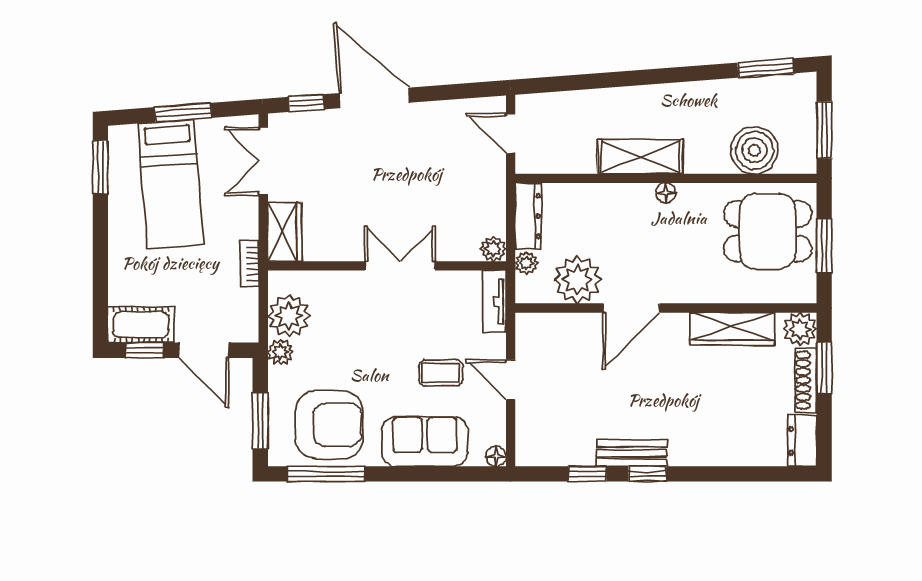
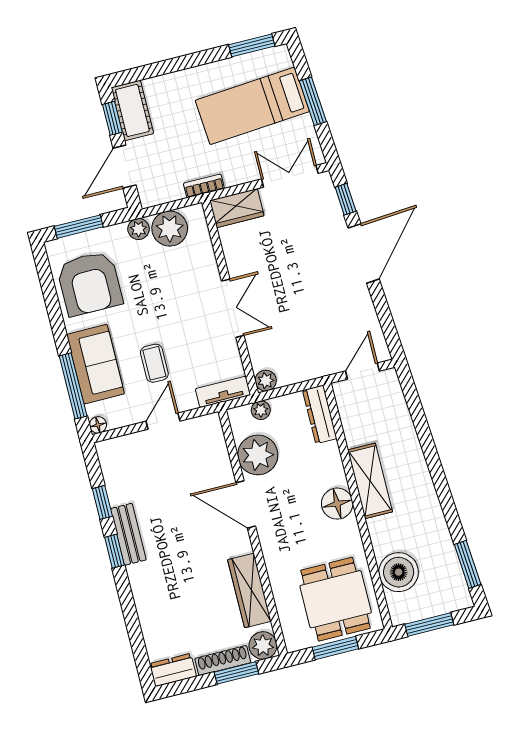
floor lamp: (666, 193) -> (337, 504), width x1.89, depth x1.89
dresser: (528, 216) -> (320, 414), moved, turned 90
window: (326, 474) -> (73, 386), moved

